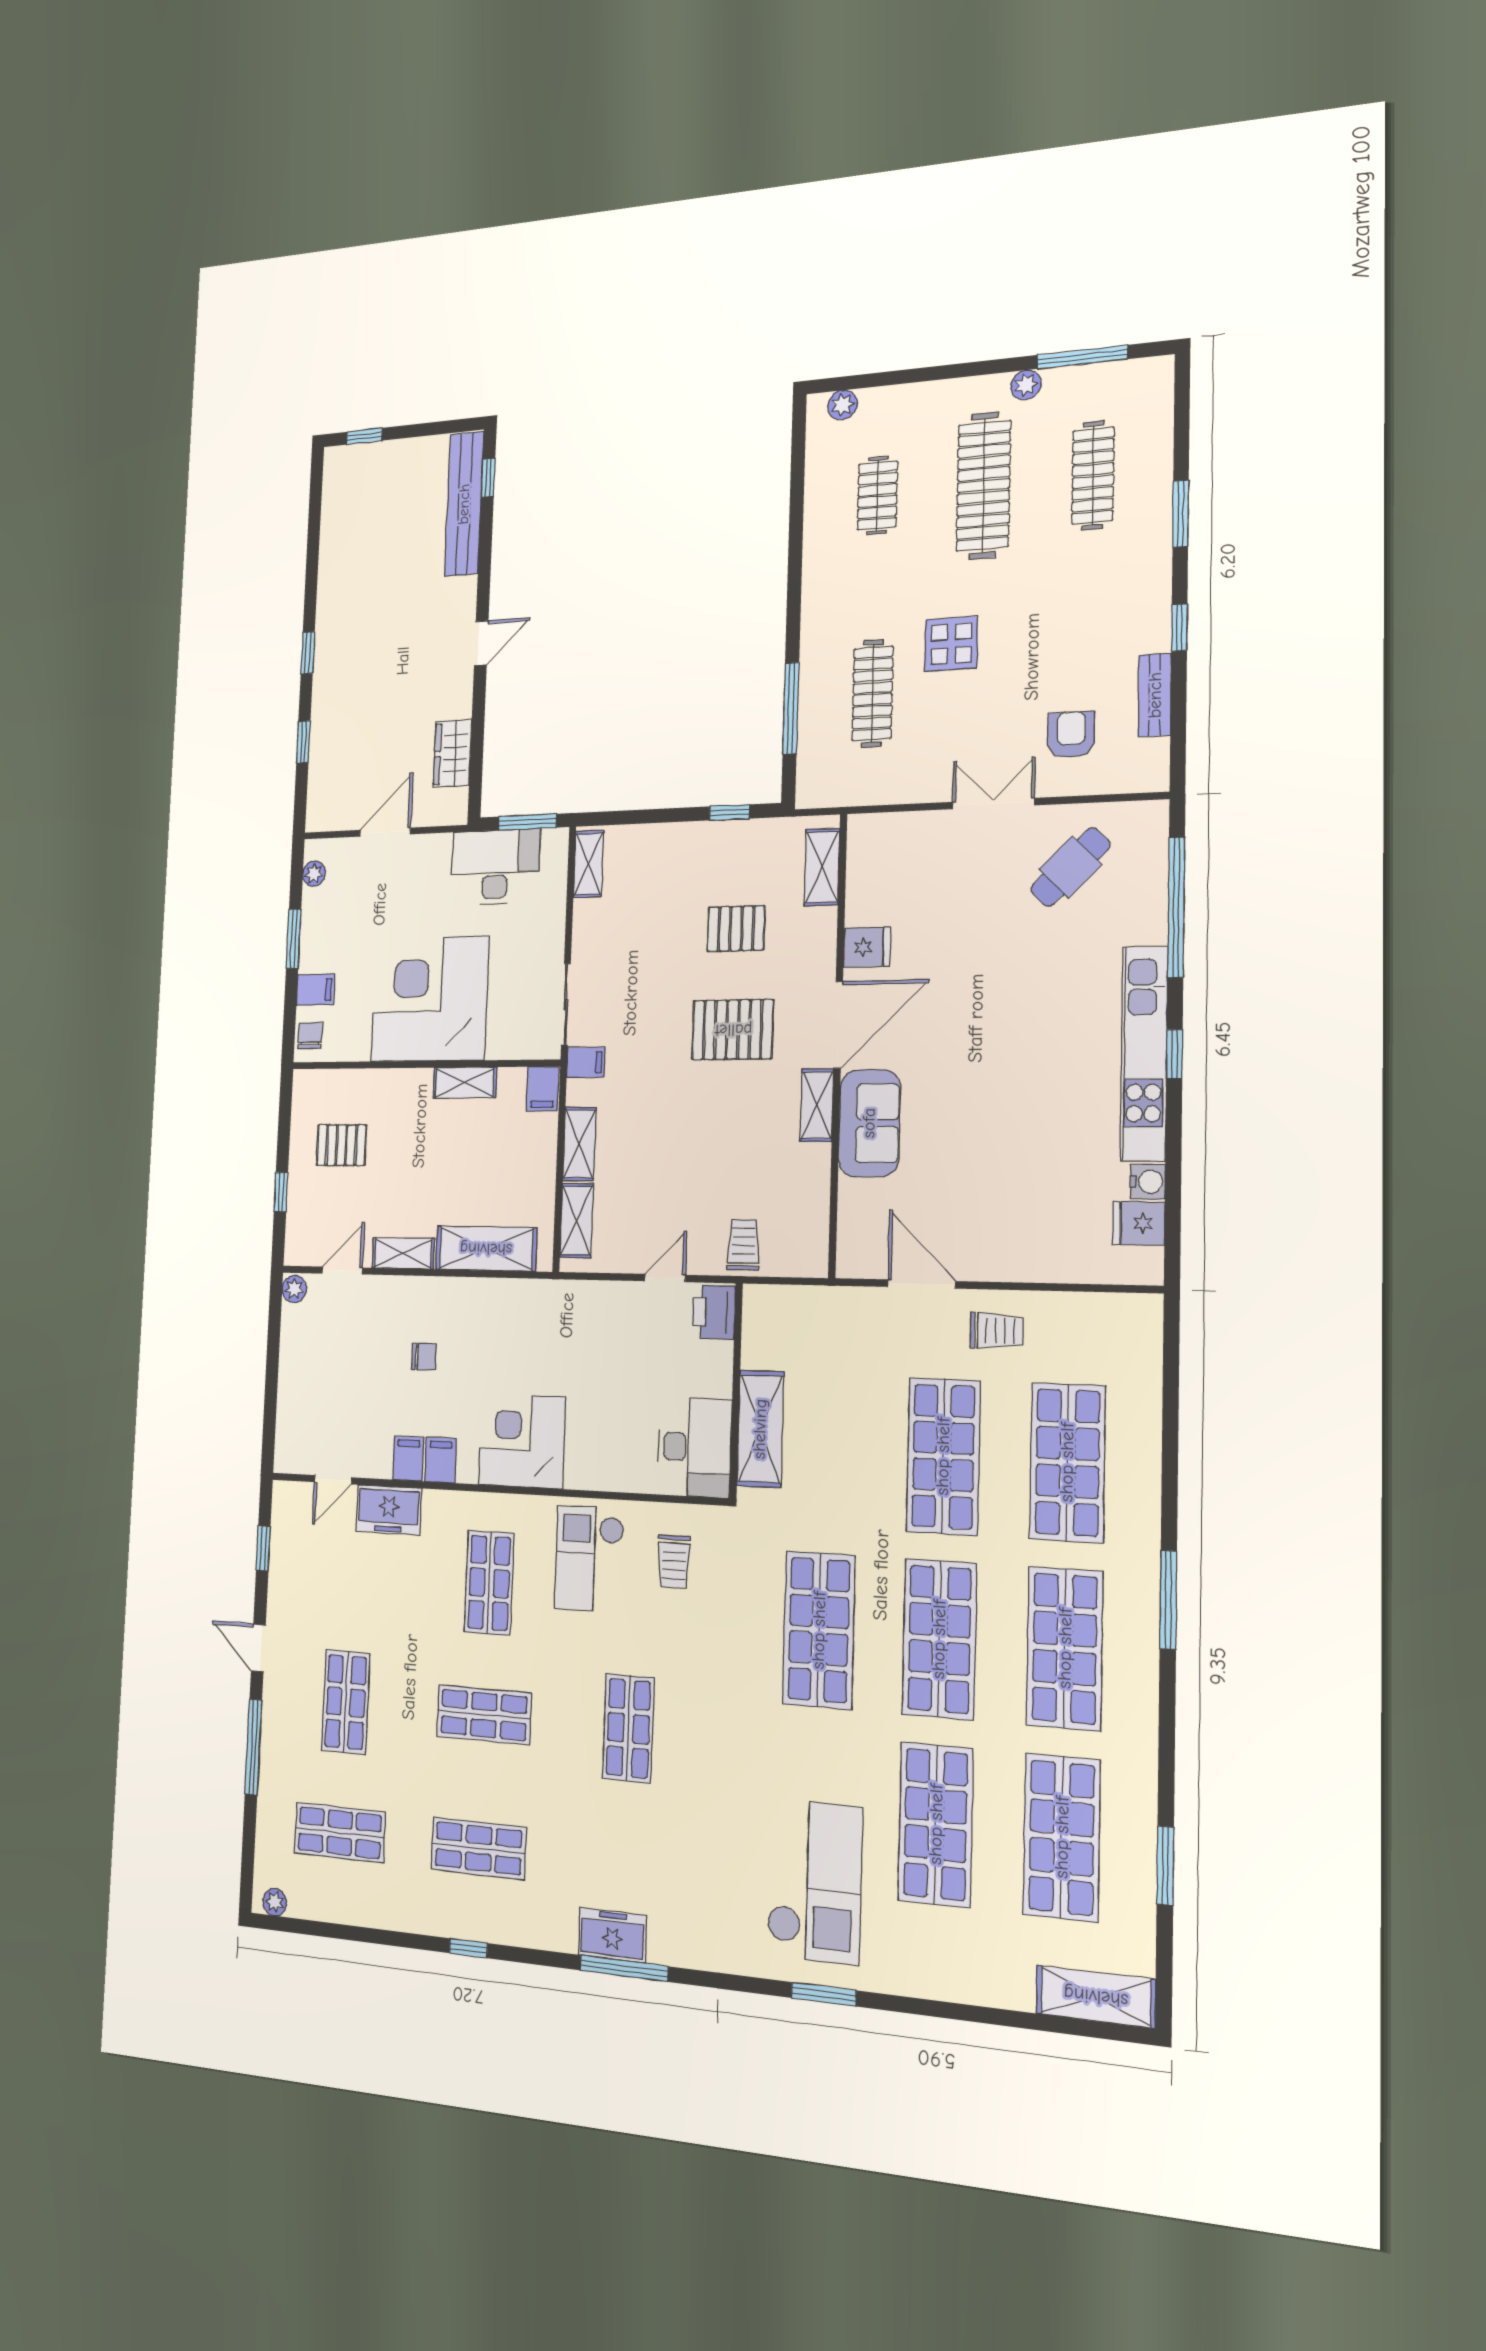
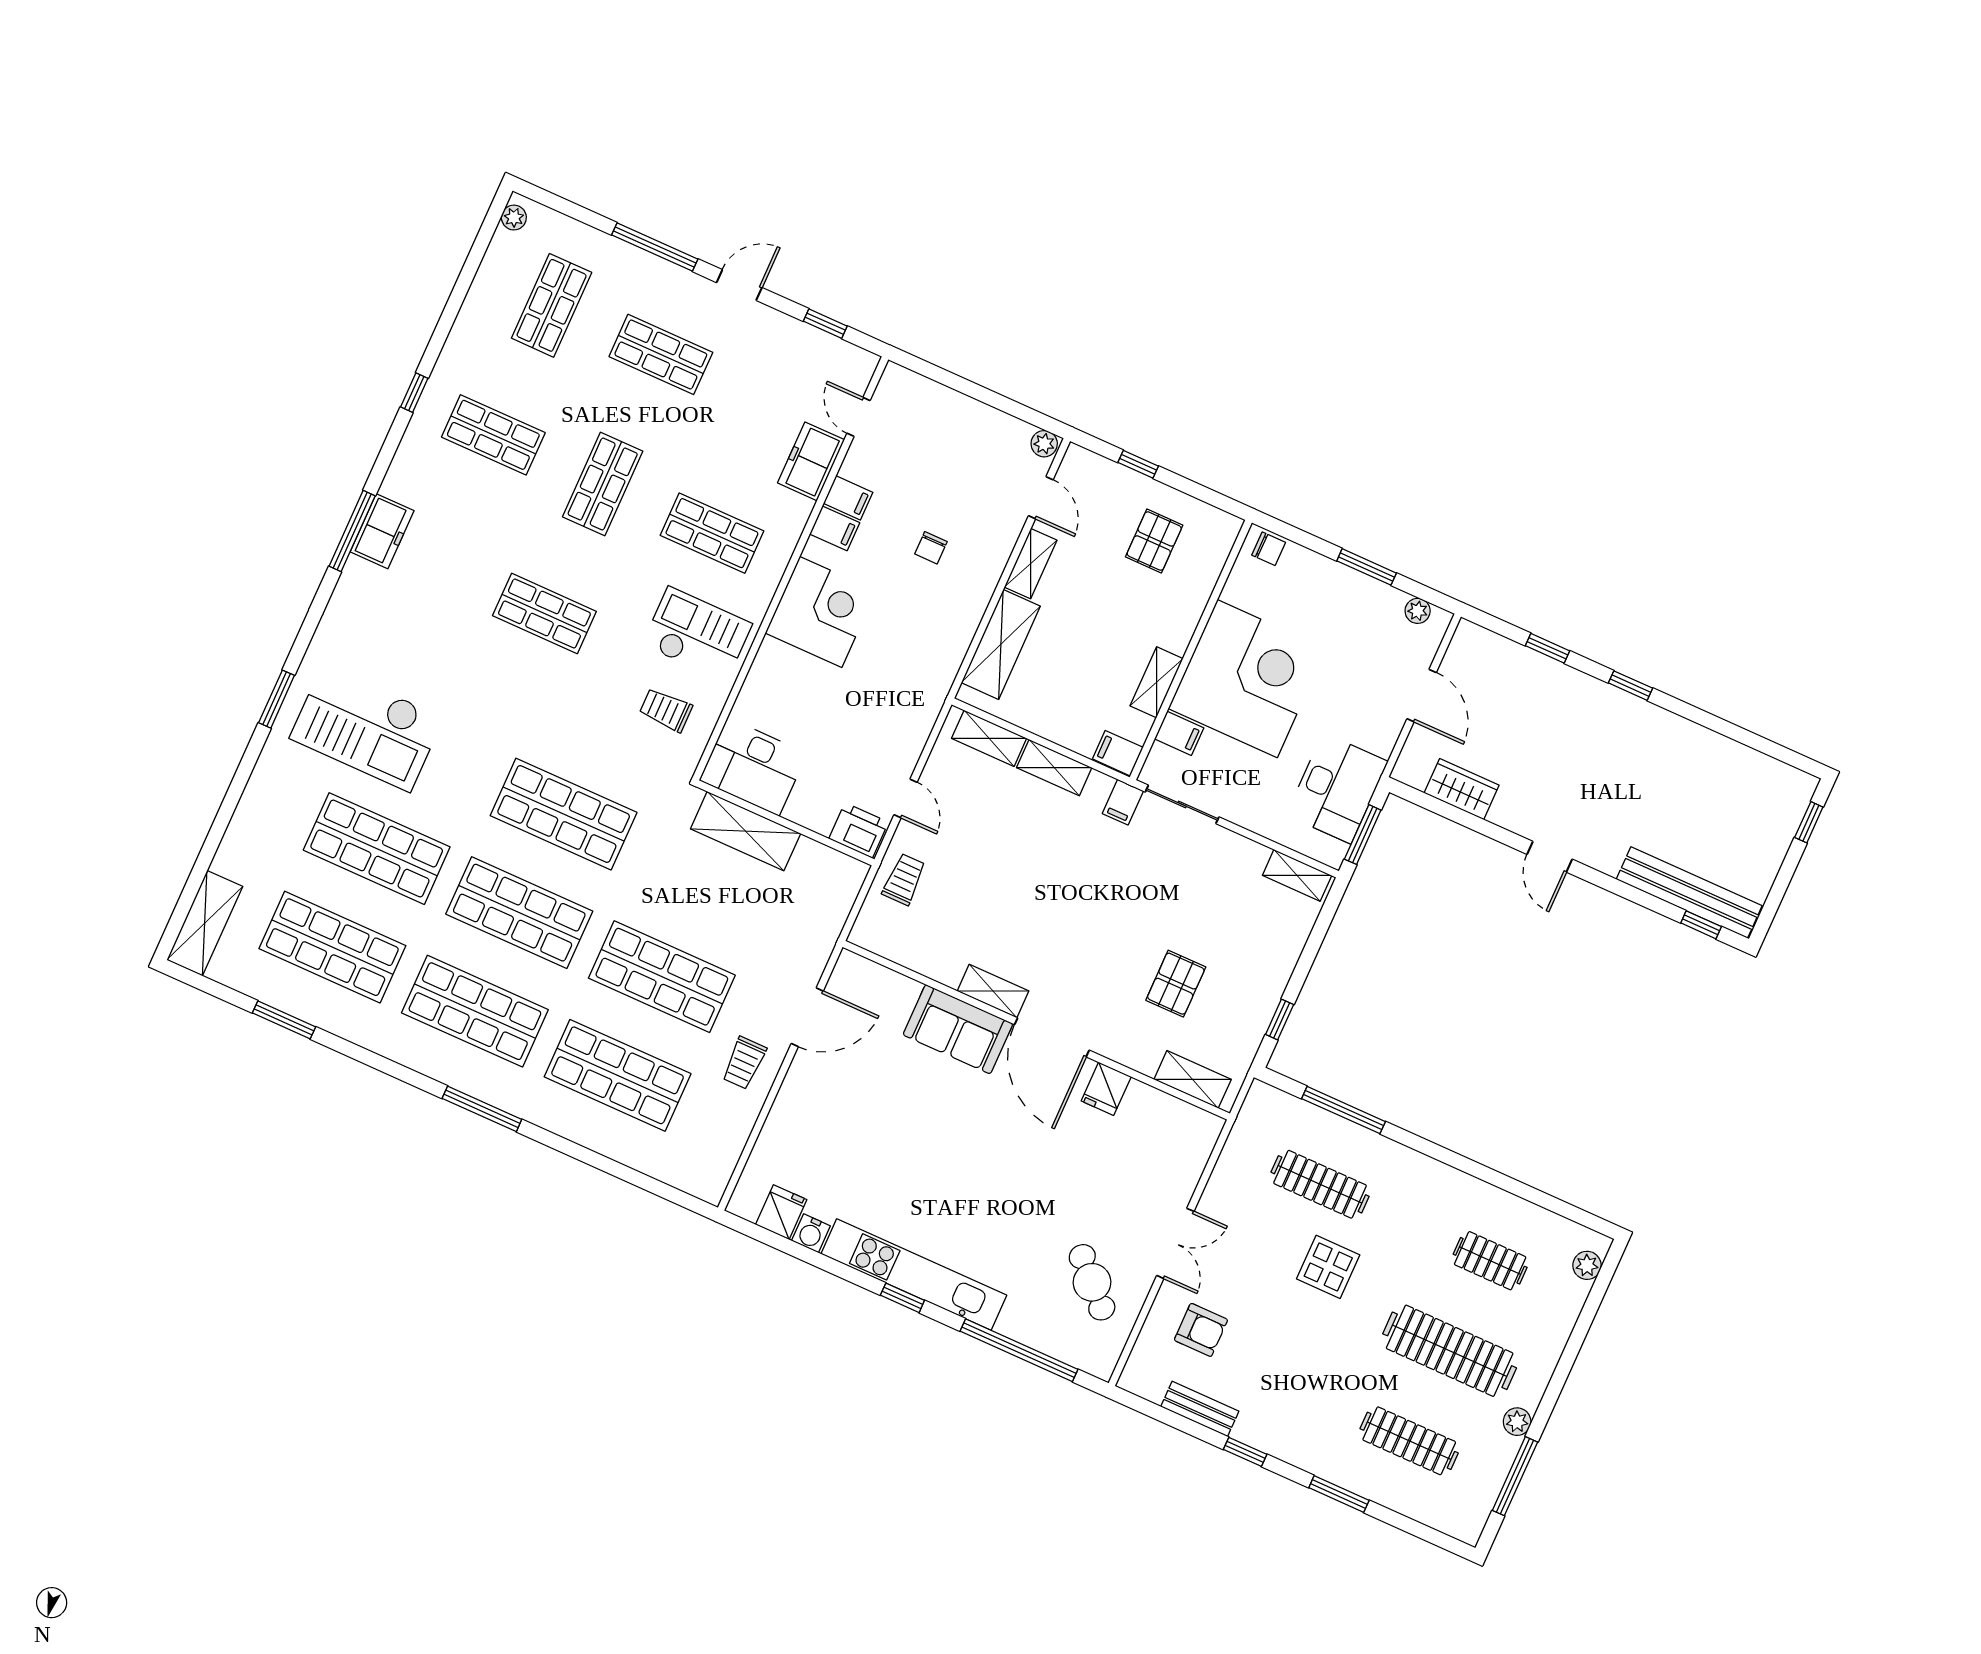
filing cabinet: (315, 990) -> (1179, 733), moved, turned -90
pallet: (733, 1030) -> (1090, 945), removed
trolley: (744, 1245) -> (904, 879), turned -90
shop shelf: (479, 1848) -> (493, 435), turned 90

